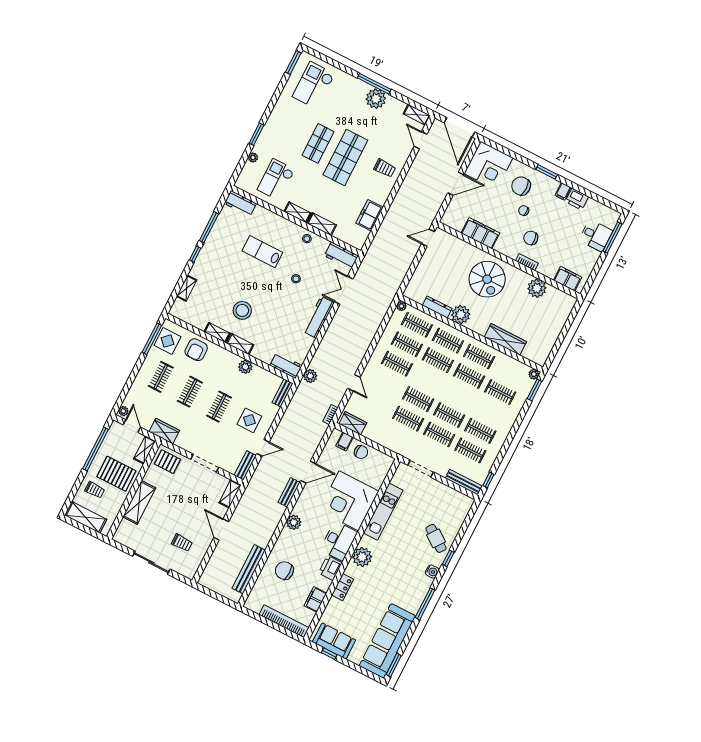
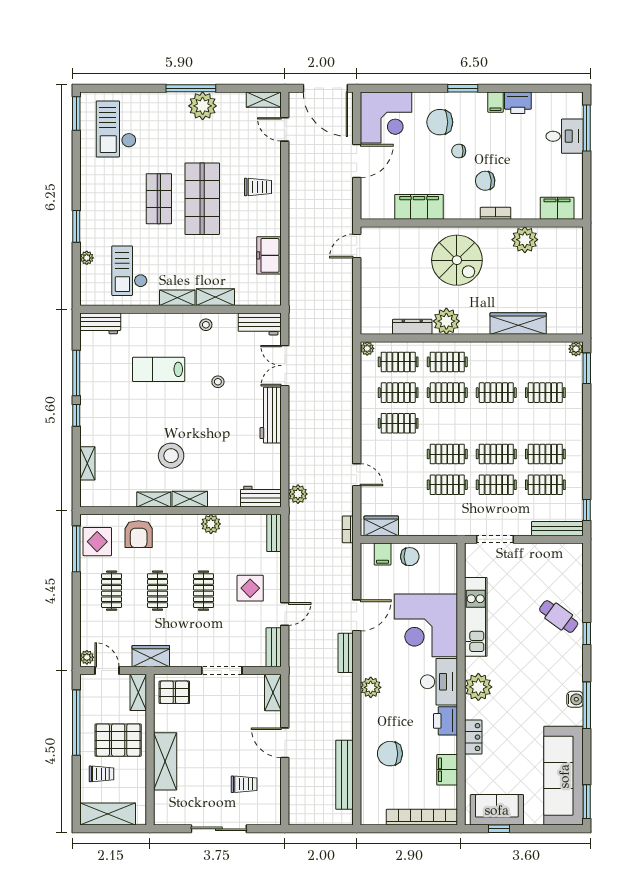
clothes rail: (479, 357) -> (496, 362), removed
water cooler: (432, 572) -> (575, 699), moved

